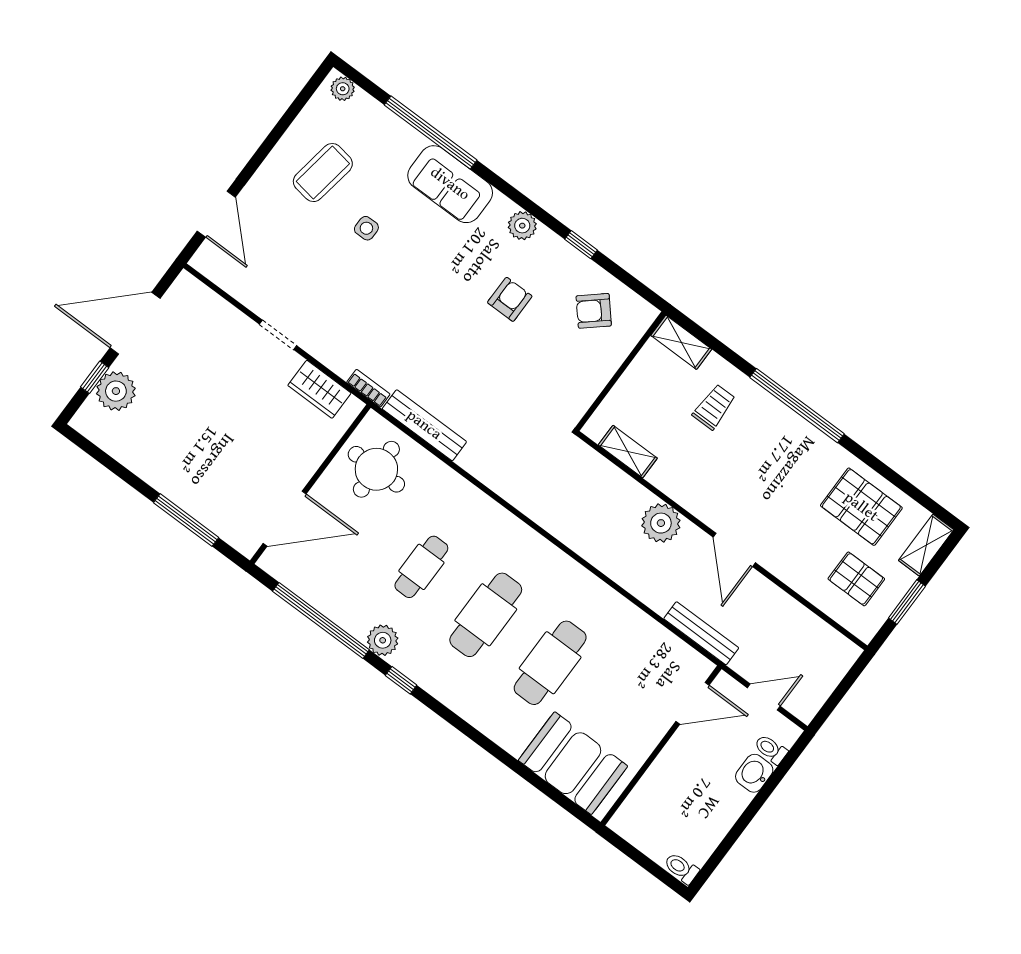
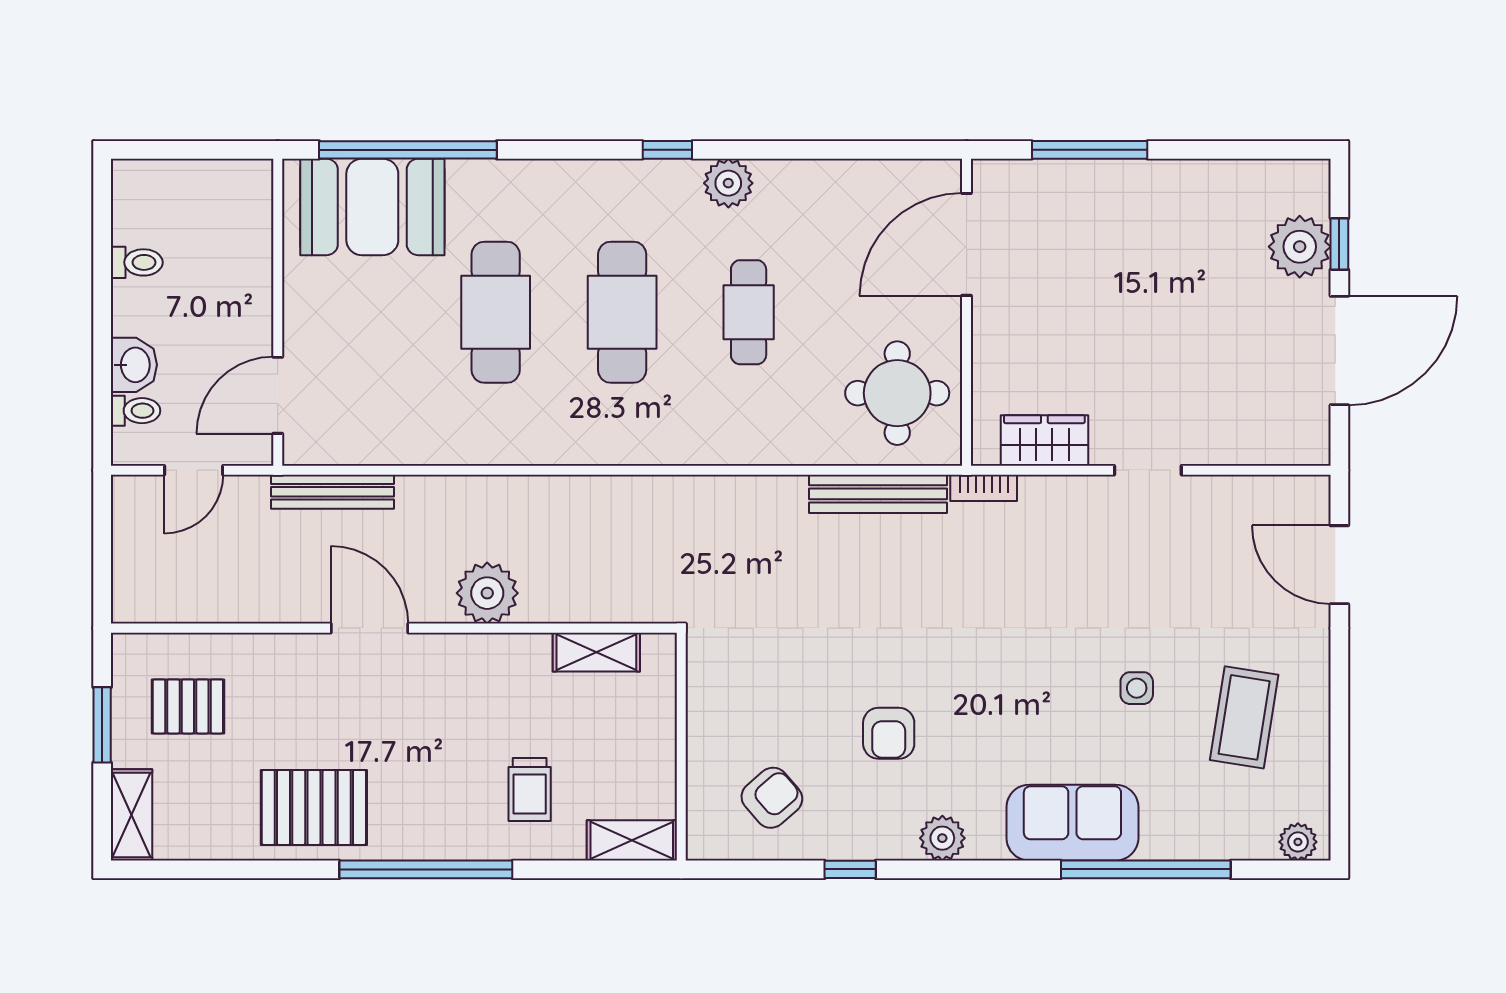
pallet: (861, 507) -> (314, 807), moved
window: (321, 621) -> (408, 150), moved
toilet: (681, 868) -> (137, 262), moved

